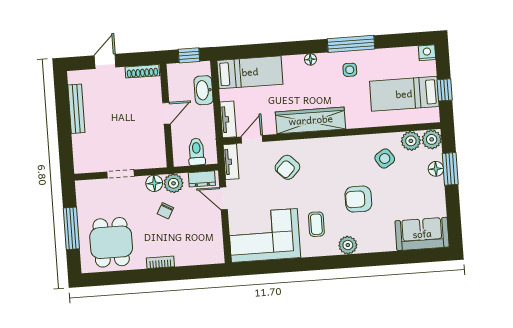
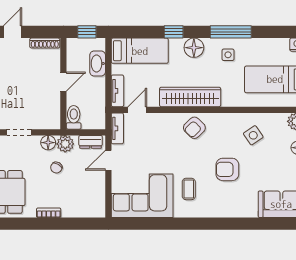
window: (287, 48) -> (174, 32), added
floor lamp: (310, 59) -> (194, 48), width x1.89, depth x1.89
plant: (411, 141) -> (277, 121), removed
toilet: (197, 152) -> (74, 117), moved
armchair: (287, 167) -> (194, 128), moved
door: (223, 198) -> (108, 160), hinge flipped
plant: (348, 245) -> (215, 209), removed

